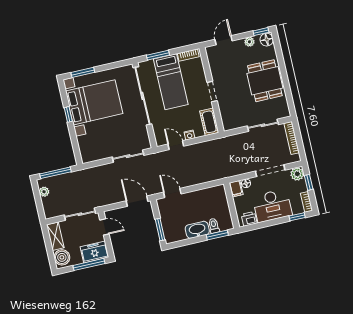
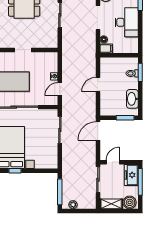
cot: (209, 122) -> (47, 58), removed
door: (172, 193) -> (98, 85), moved
printer: (249, 219) -> (133, 43), removed
washbasin: (197, 230) -> (132, 99), moved

